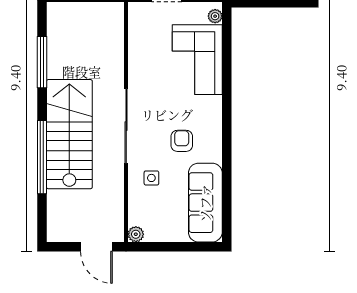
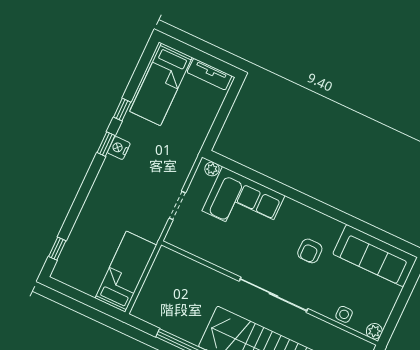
armchair: (182, 141) -> (310, 251), turned -90
side table: (151, 178) -> (344, 314), moved

